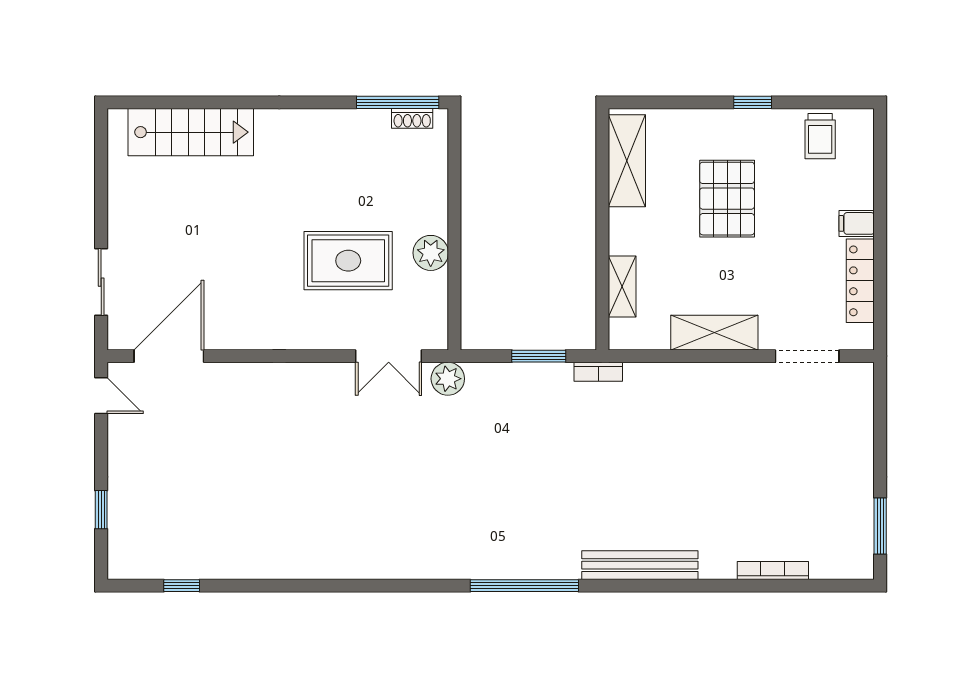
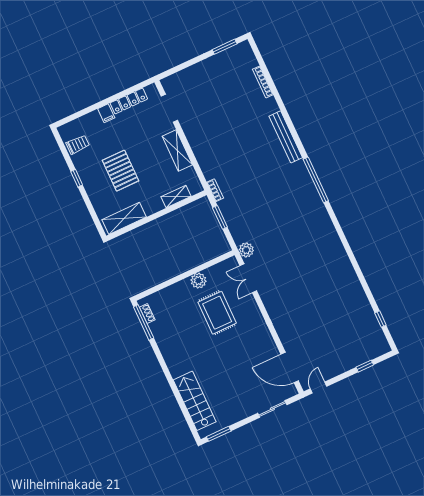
window: (101, 150) -> (219, 434), added
pallet: (727, 199) -> (121, 171), turned 90
double door: (389, 356) -> (248, 278), swing flipped

